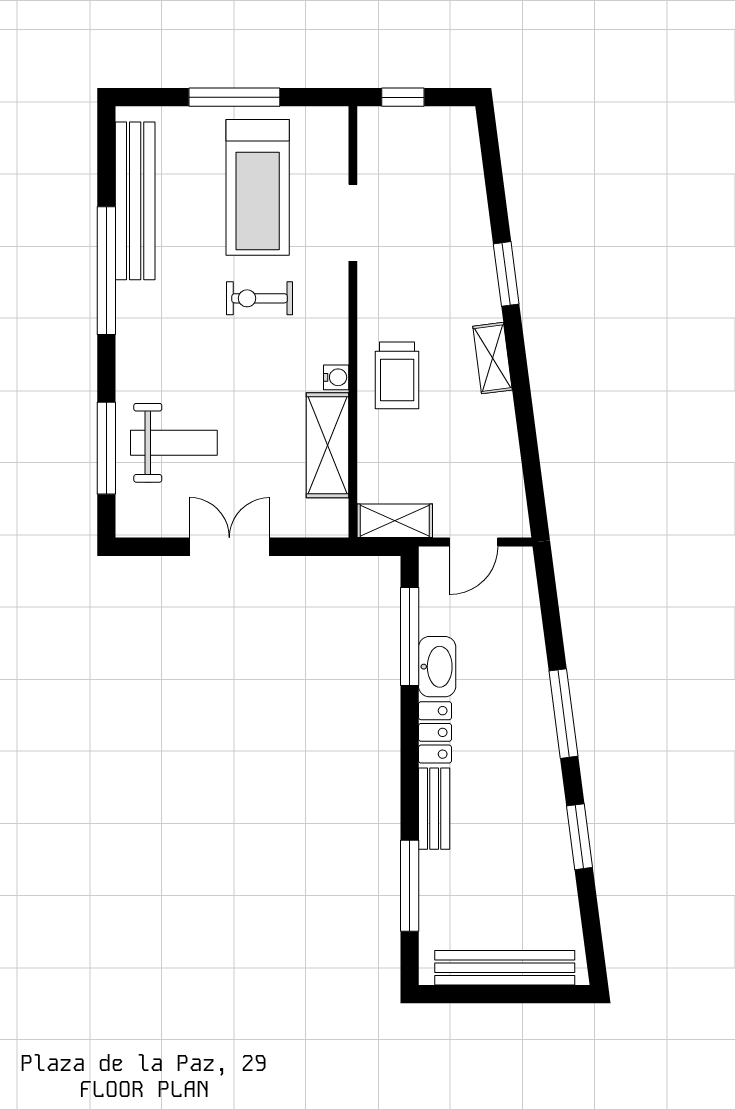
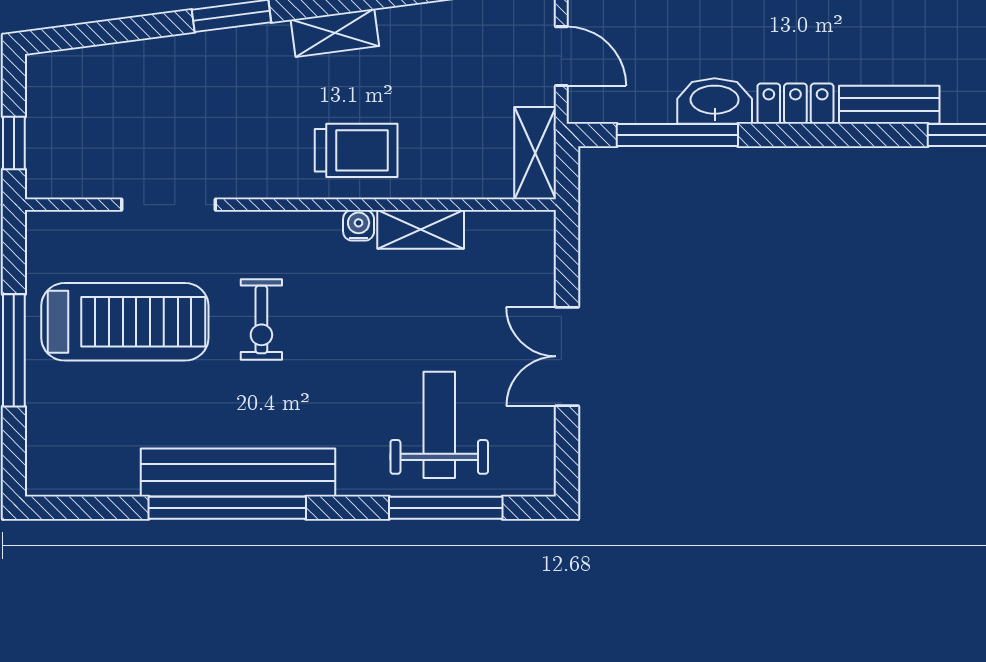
bench: (135, 201) -> (238, 473), moved
shelving: (328, 445) -> (421, 229), width x0.67, depth x0.75

